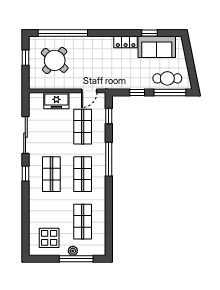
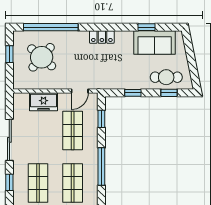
locker: (126, 42) -> (102, 37), moved
window: (170, 93) -> (169, 93), width x0.46

